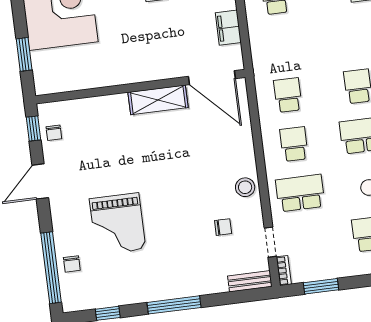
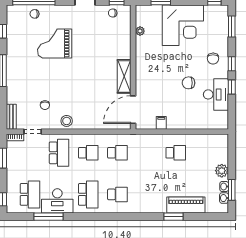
filing cabinet: (228, 28) -> (161, 123), width x0.50
plant: (78, 83) -> (140, 31), added

